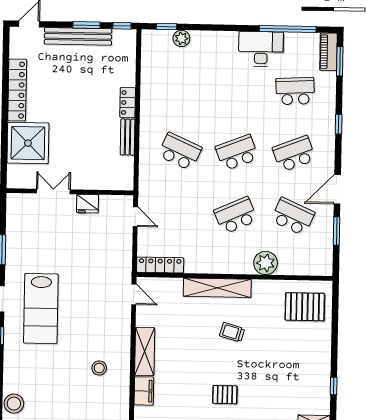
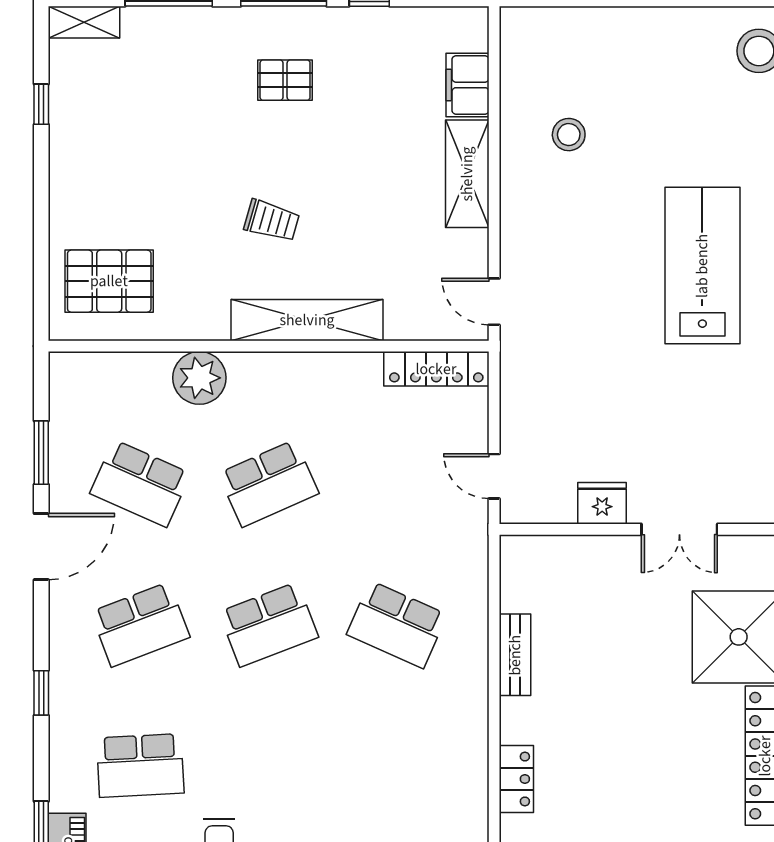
locker: (128, 103) -> (516, 779), moved

